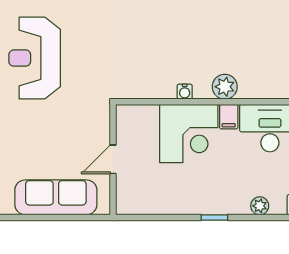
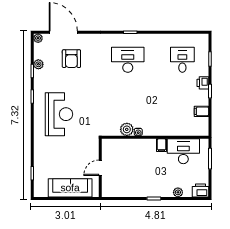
reception desk: (35, 58) -> (59, 114), turned 180
plant: (225, 87) -> (127, 129), moved
corner desk: (189, 133) -> (140, 154), removed

